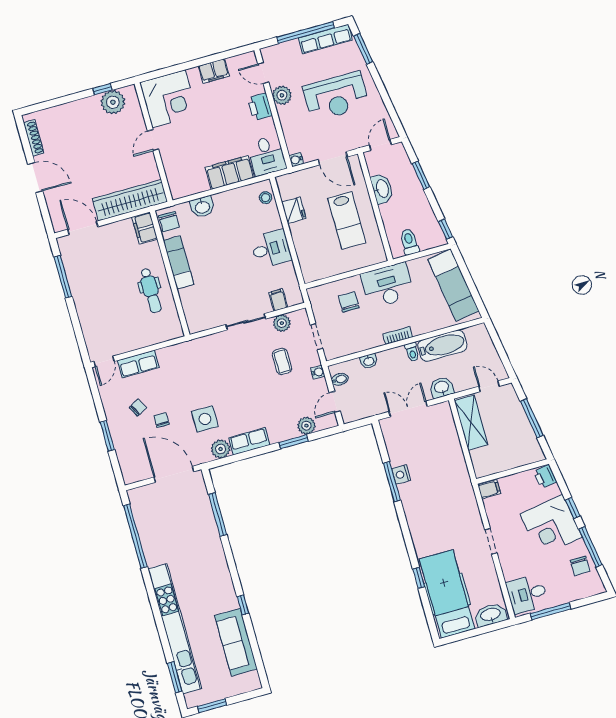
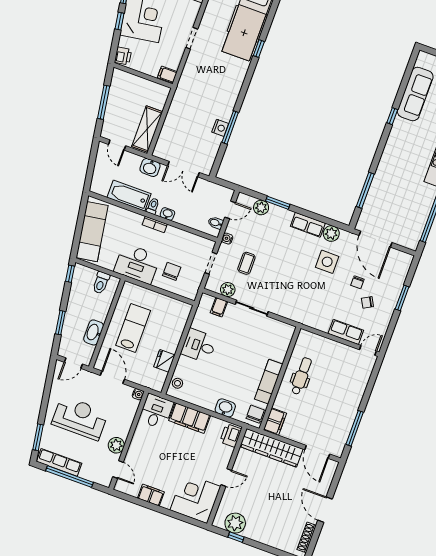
printer: (260, 107) -> (231, 435), moved, turned 180
chair: (349, 302) -> (172, 271), turned 180
washbasin: (369, 361) -> (167, 214), moved

